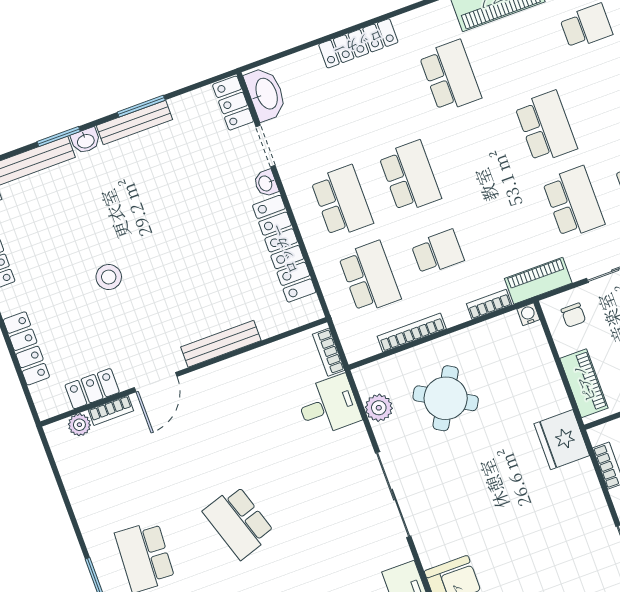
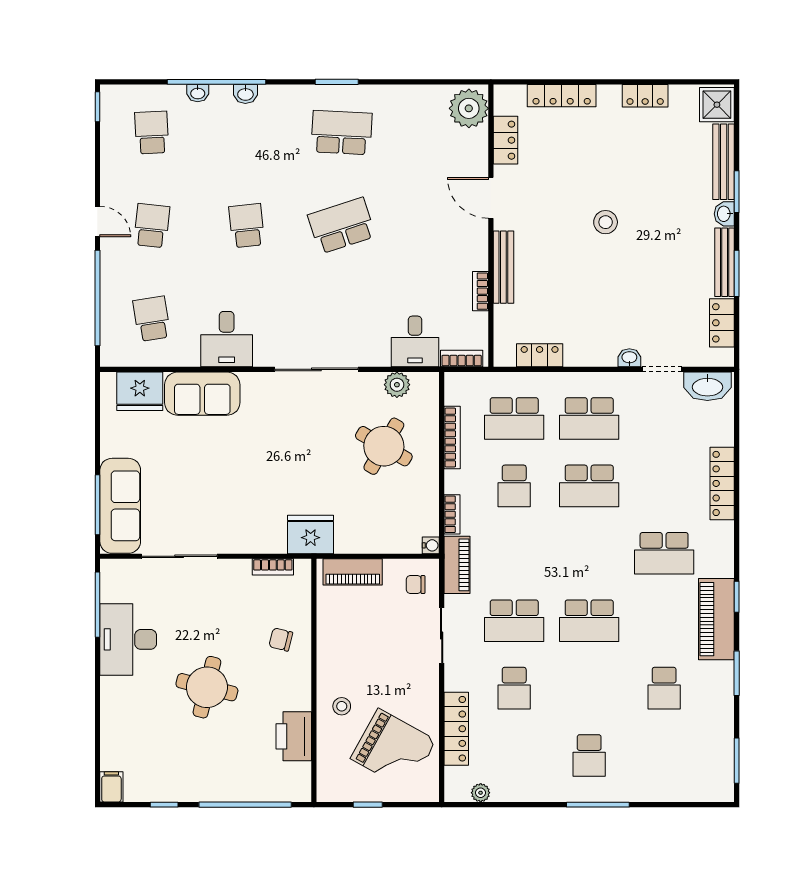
locker: (233, 103) -> (722, 323), moved, turned -90
locker: (284, 249) -> (540, 355), width x0.46, depth x0.83
stool: (109, 277) -> (606, 222), moved
bookcase: (111, 410) -> (480, 291), moved
plant: (79, 425) -> (469, 108), width x1.88, depth x1.88

